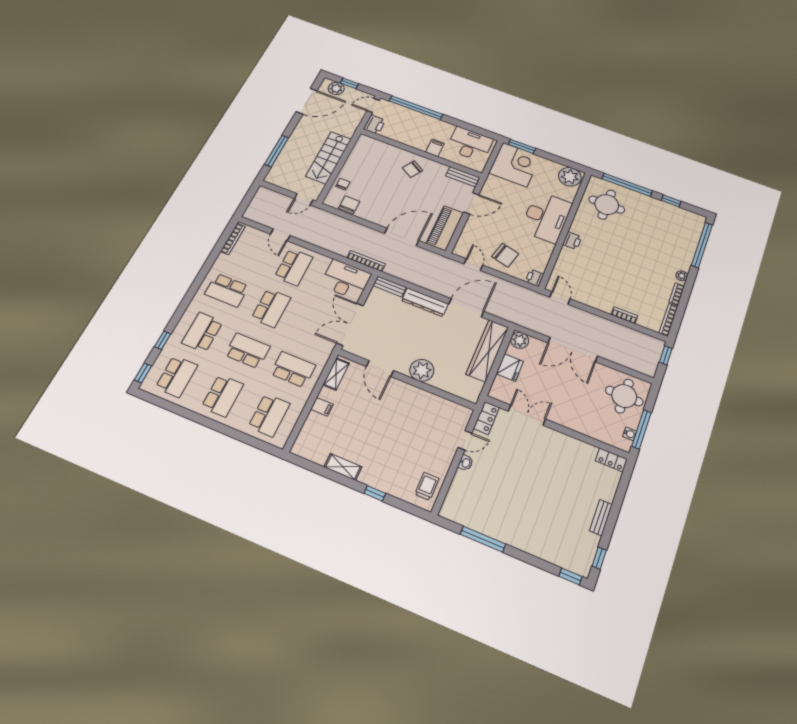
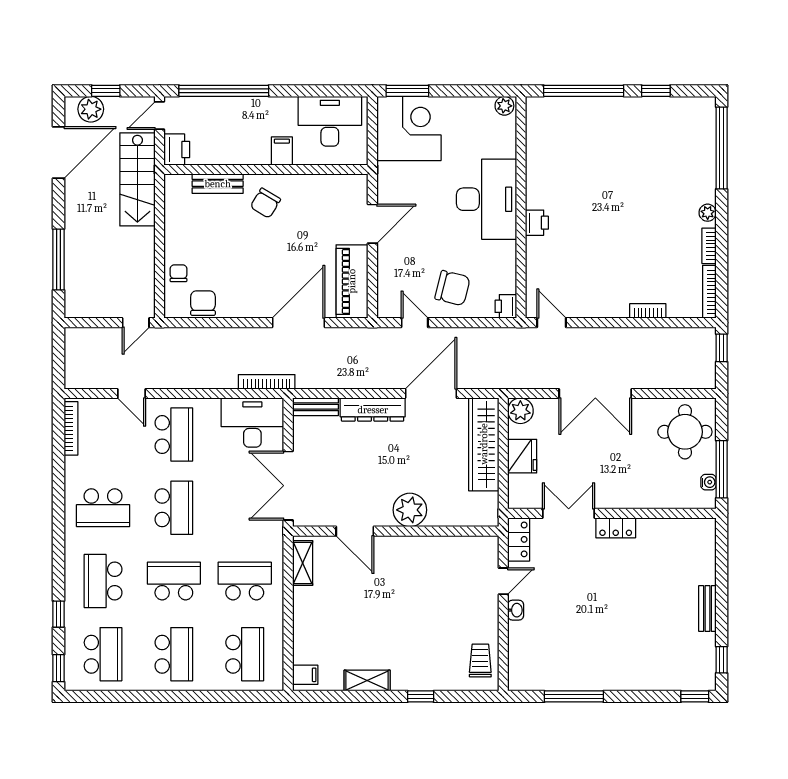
stairs: (329, 158) -> (137, 179), moved
bench: (463, 177) -> (218, 184), moved
plant: (570, 177) -> (504, 106), width x0.53, depth x0.53
round table: (607, 205) -> (565, 139), removed
filing cabinet: (322, 407) -> (305, 675), moved
locker: (611, 460) -> (616, 528), moved

